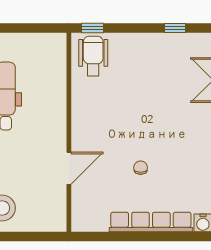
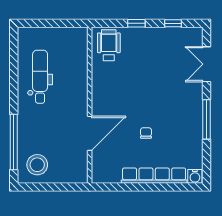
window: (93, 28) -> (136, 23), moved
door: (69, 168) -> (90, 133), width x1.36

